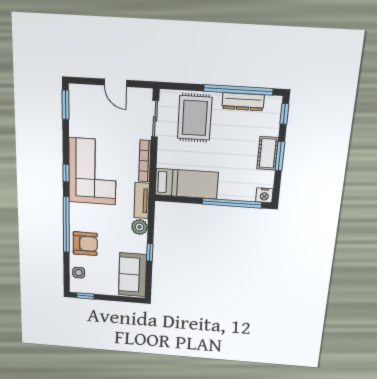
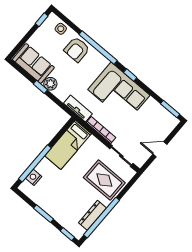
cot: (268, 153) -> (51, 208), removed
nightstand: (264, 195) -> (34, 177), moved
plant: (140, 227) -> (50, 84), moved

